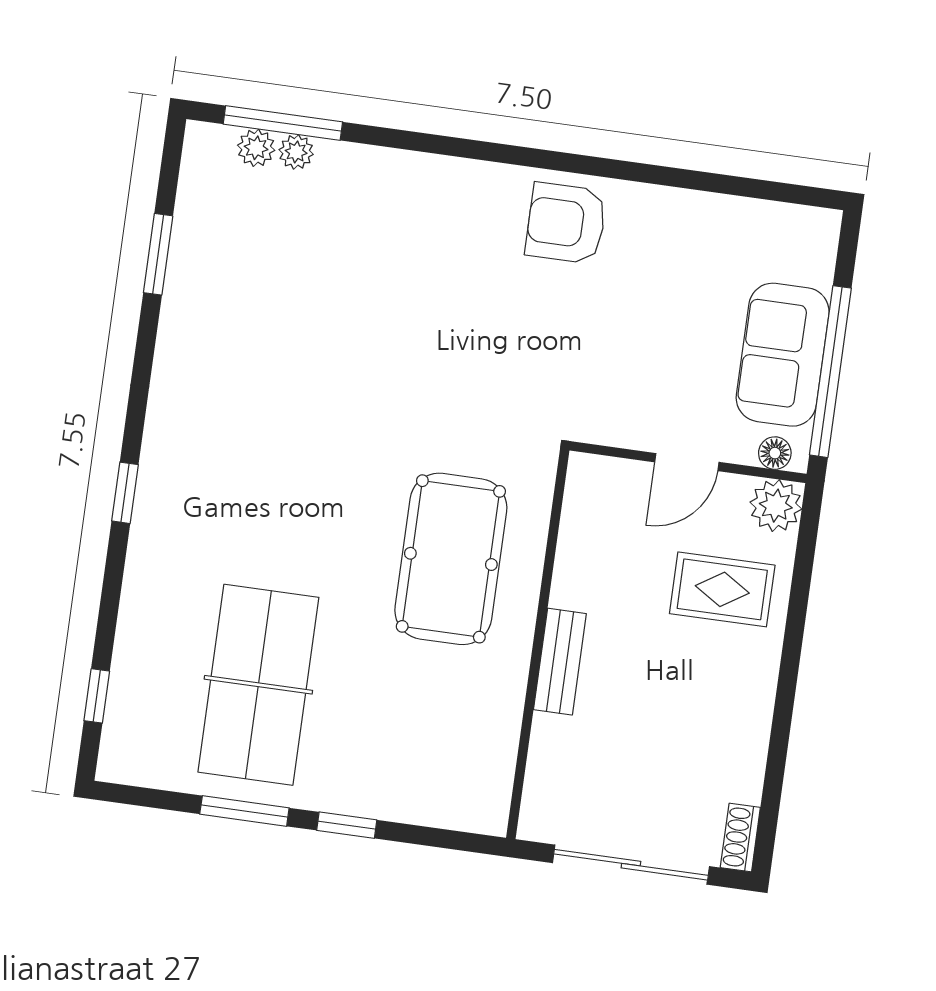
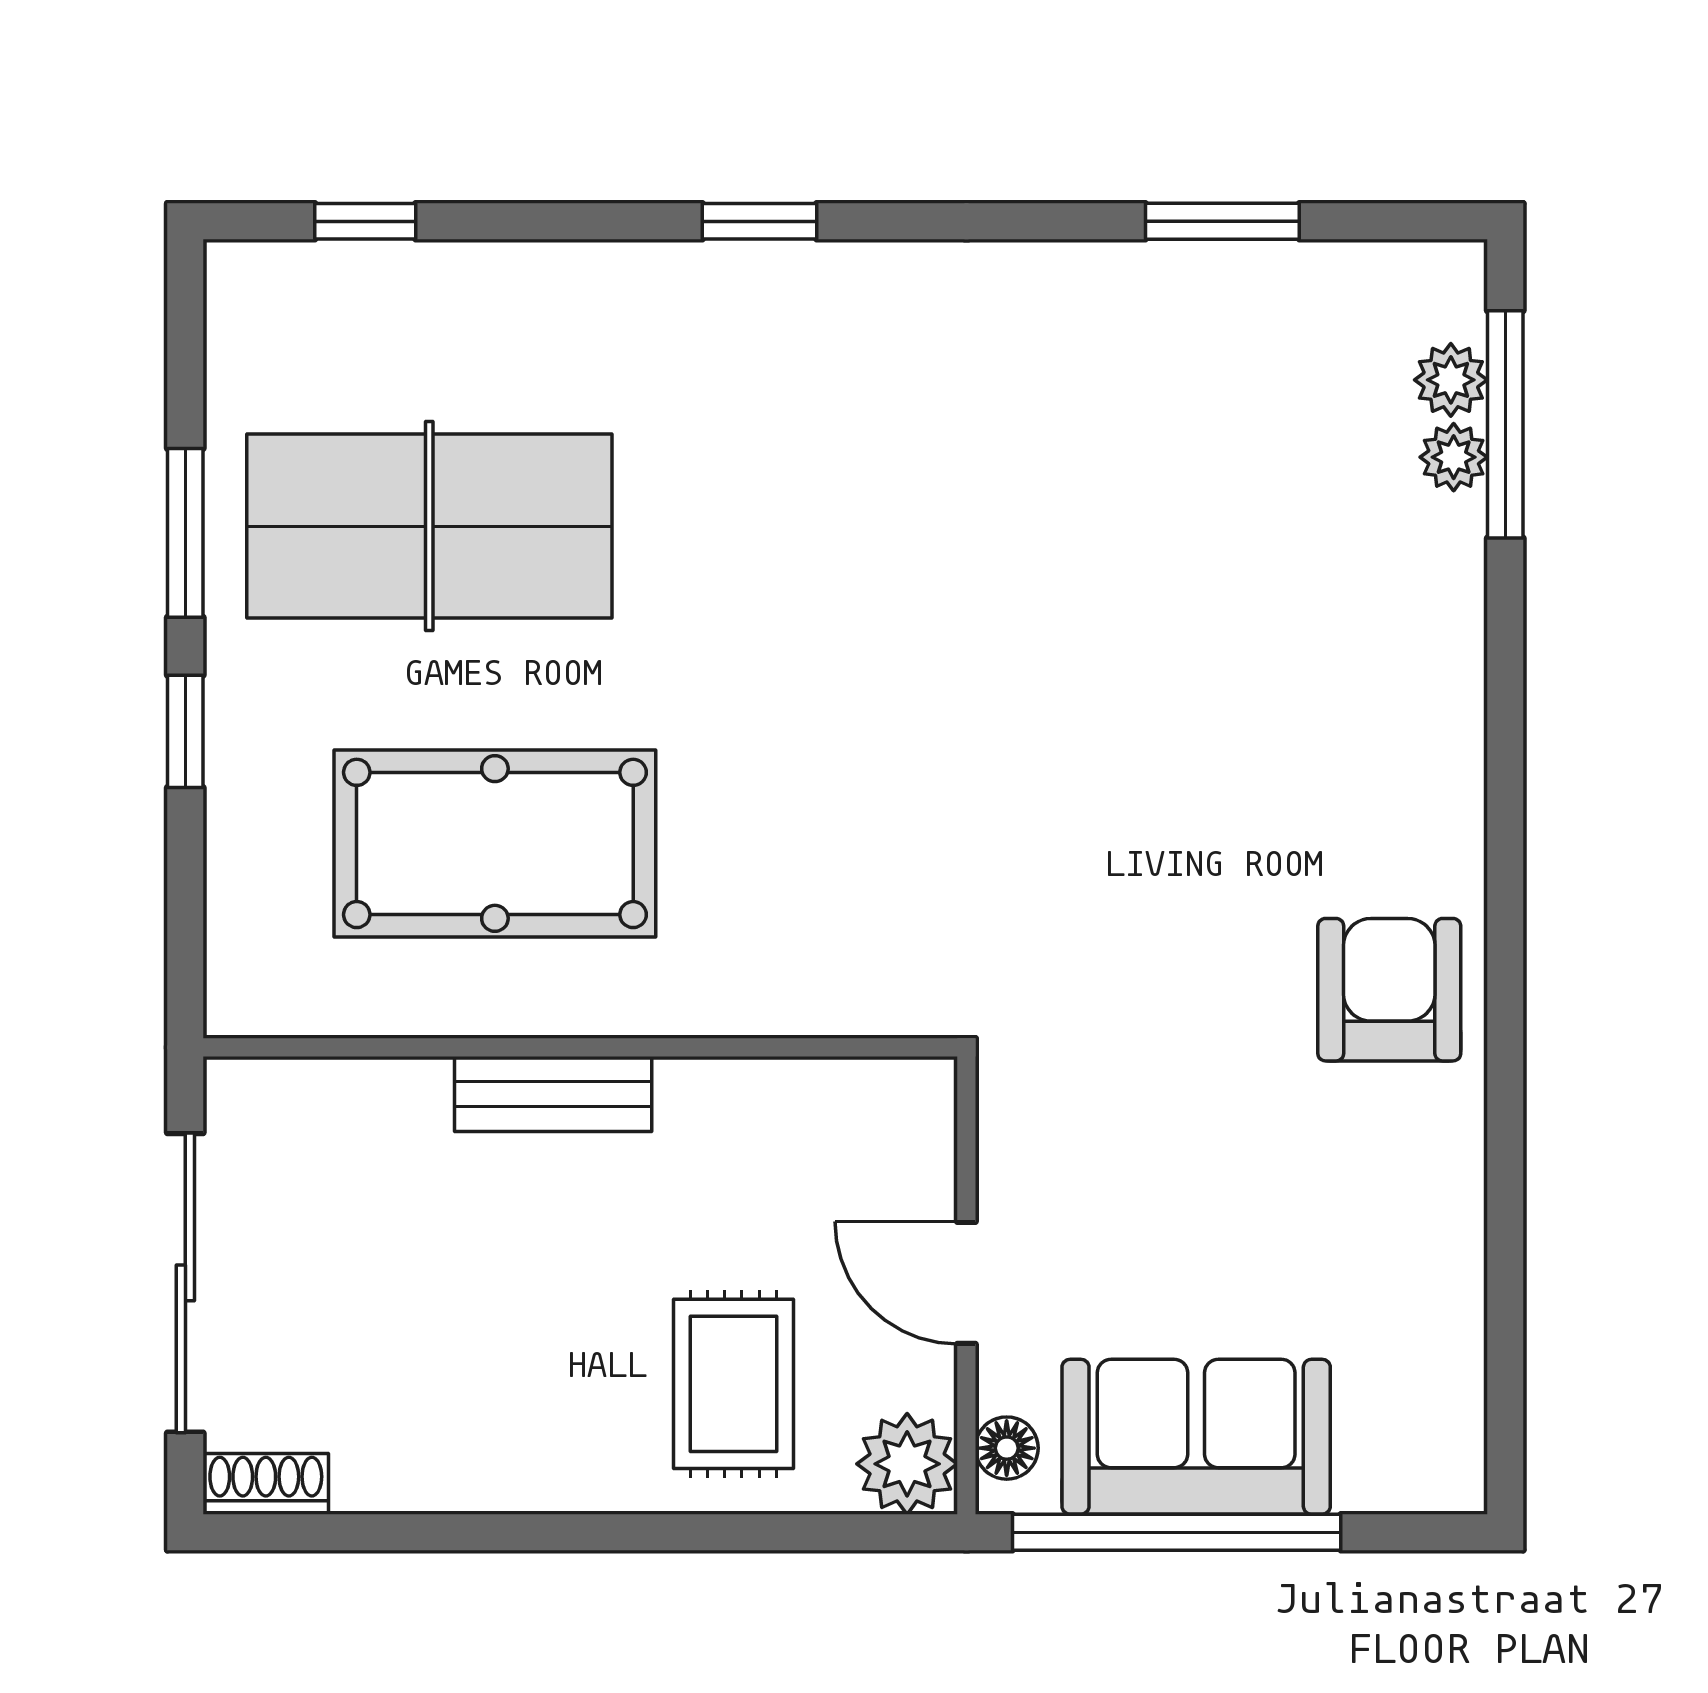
pool table: (451, 559) -> (495, 843), moved

